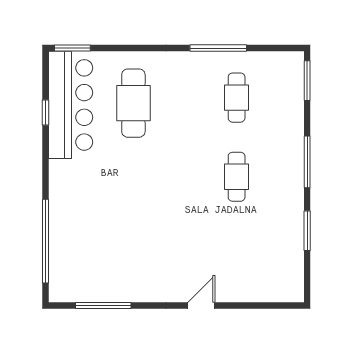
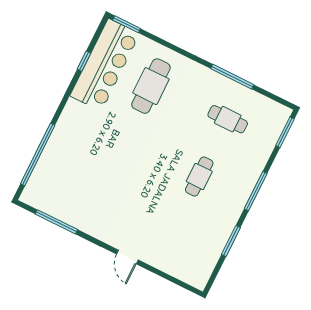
cafe table: (237, 98) -> (228, 119), turned 90
door: (201, 305) -> (127, 257), swing flipped

